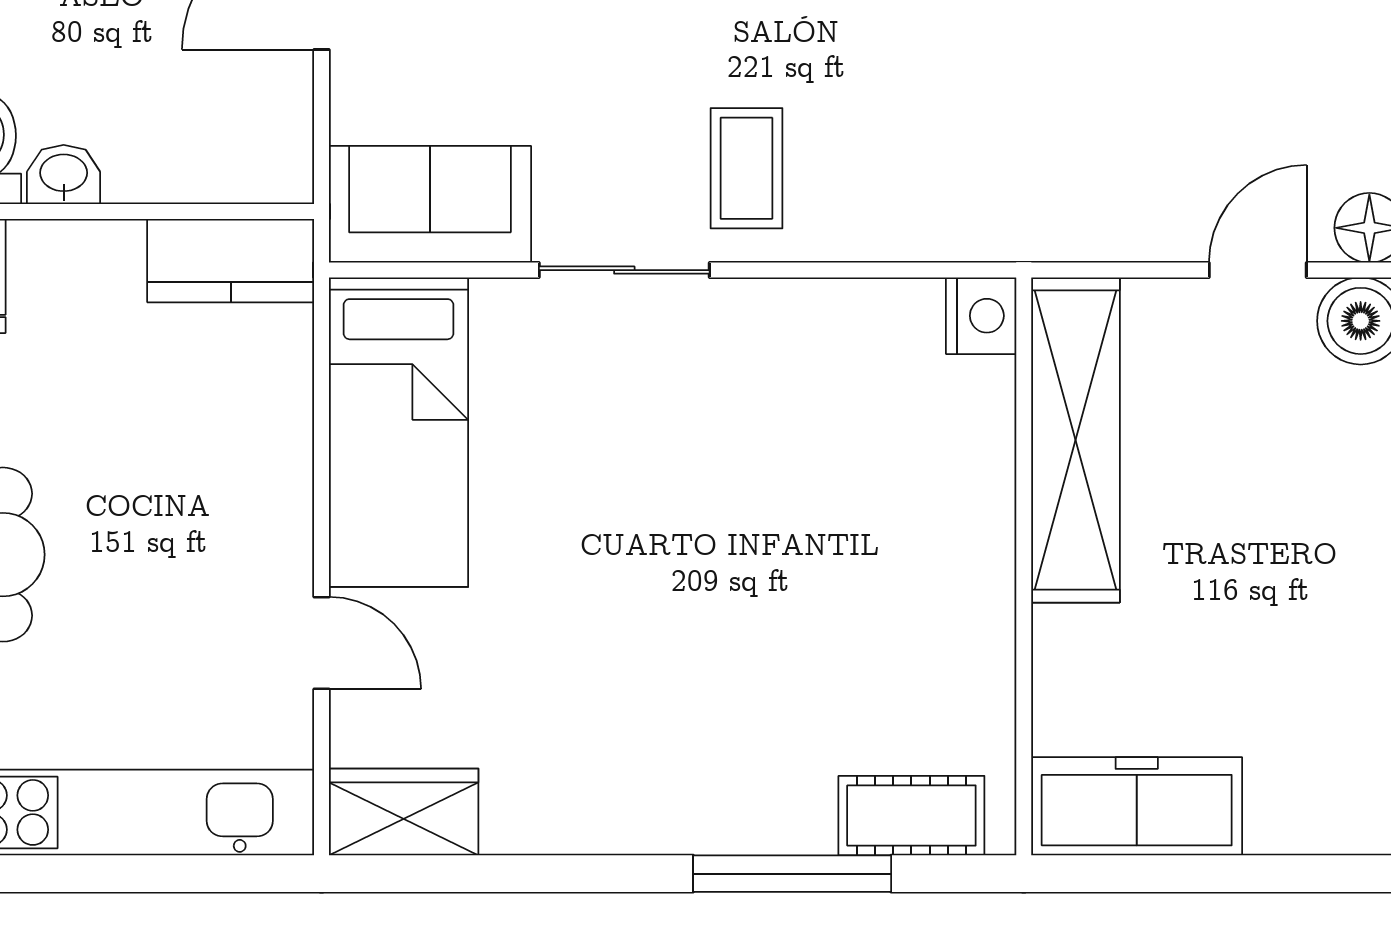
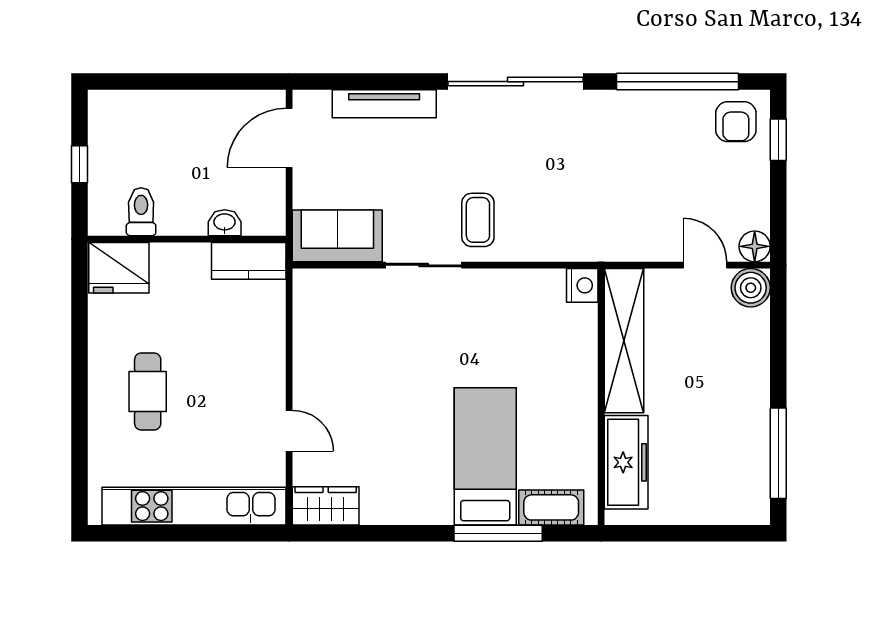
washbasin: (64, 175) -> (225, 223), moved
door: (1258, 270) -> (705, 265), hinge flipped
bed: (398, 432) -> (485, 456), moved, turned 180
freezer: (1137, 806) -> (626, 462), moved, turned 90

